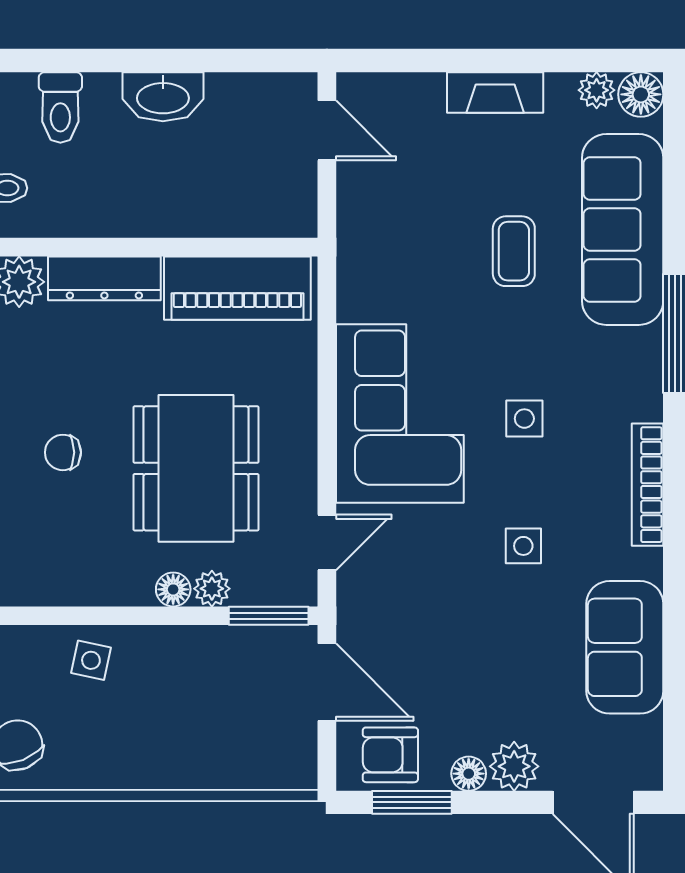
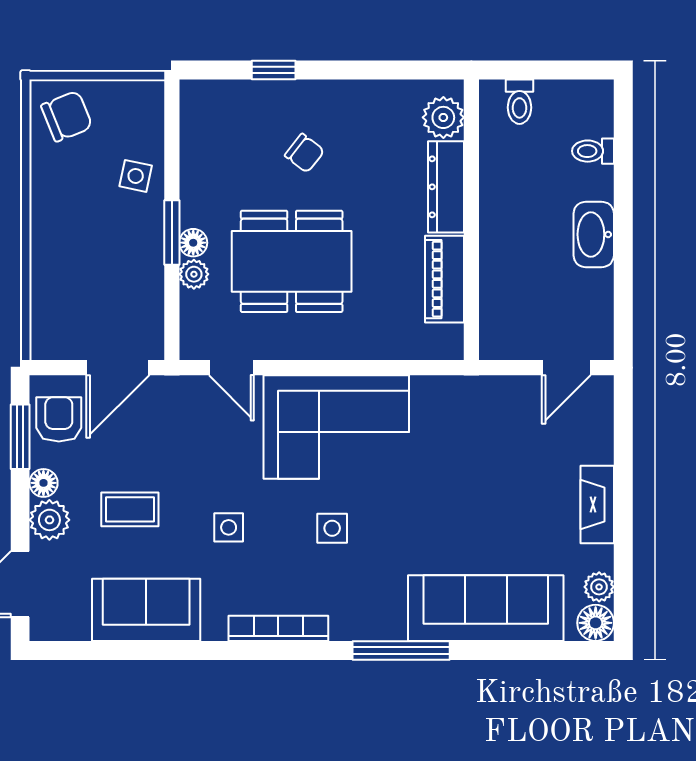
toilet: (60, 107) -> (593, 151), width x0.73, depth x0.72
coffee table: (514, 251) -> (130, 509), moved
piano: (237, 288) -> (444, 279), width x0.73, depth x0.75
chair: (63, 452) -> (305, 153), turned 128
window: (269, 616) -> (172, 232), moved

